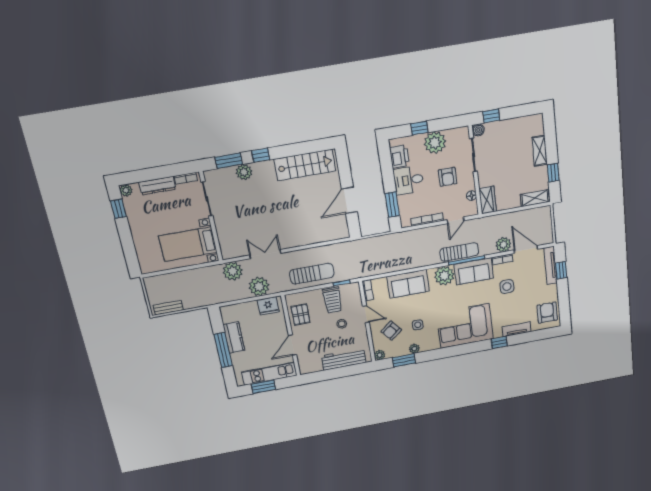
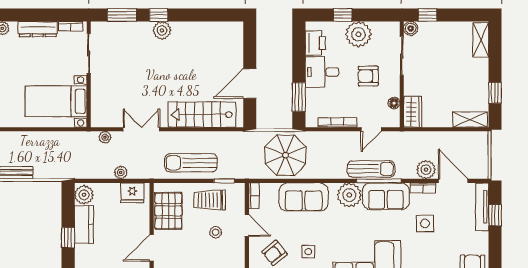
shelving: (540, 151) -> (481, 40), moved
stairs: (305, 165) -> (202, 115), moved, turned 180
plant: (244, 172) -> (162, 30), moved
armchair: (448, 177) -> (368, 76), turned 90
parasol: (388, 254) -> (286, 155), added
plant: (233, 271) -> (105, 137), width x0.53, depth x0.53
sun lounger: (312, 274) -> (191, 163), turned 180
plant: (259, 287) -> (121, 172), width x0.53, depth x0.53
trolley: (332, 300) -> (210, 200), turned 90
plant: (229, 315) -> (84, 195), added
pallet: (301, 315) -> (168, 211), width x1.50, depth x1.42
window: (223, 350) -> (68, 238), width x0.46

